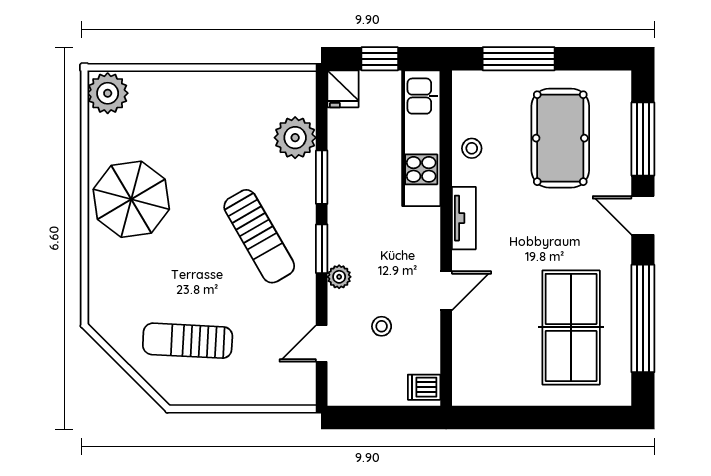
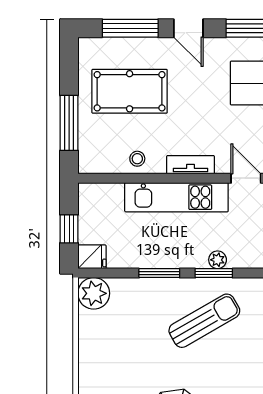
plant: (295, 138) -> (94, 293), moved
kitchen unit: (421, 138) -> (176, 197), moved
door: (643, 215) -> (188, 28), hinge flipped
plant: (339, 277) -> (218, 260), moved

